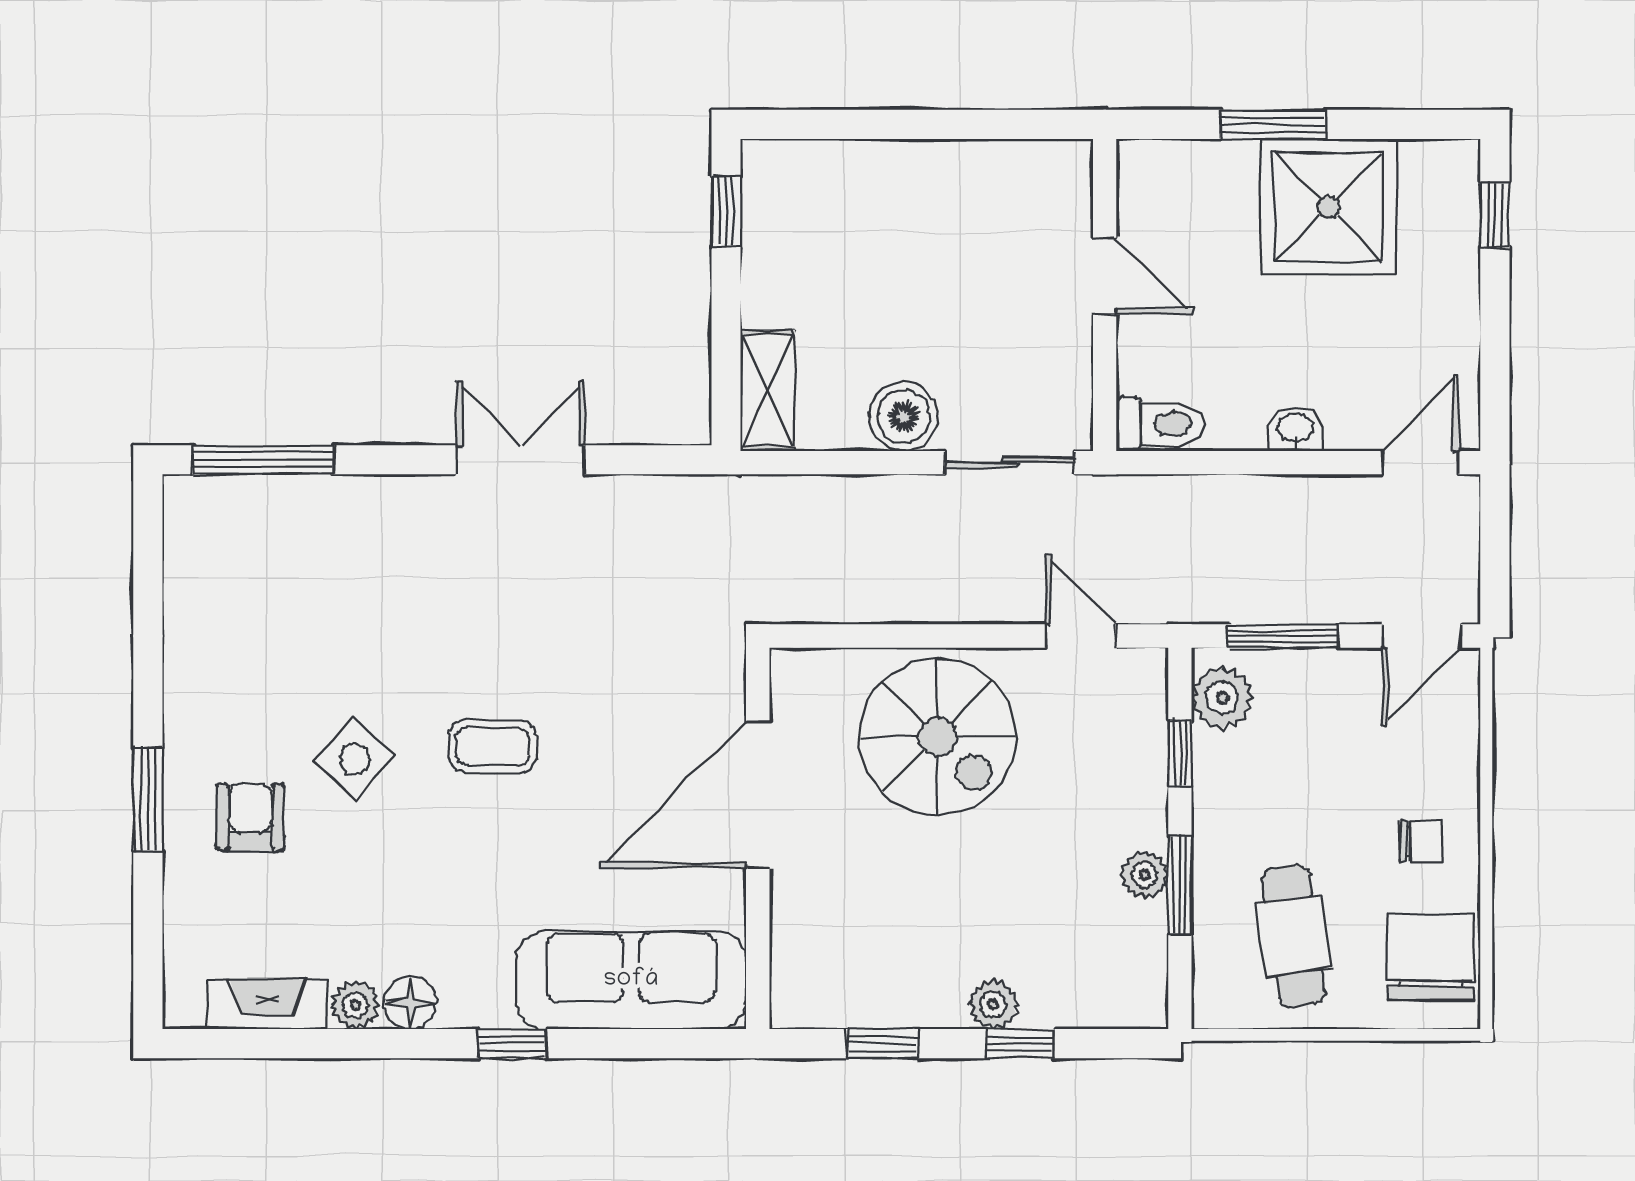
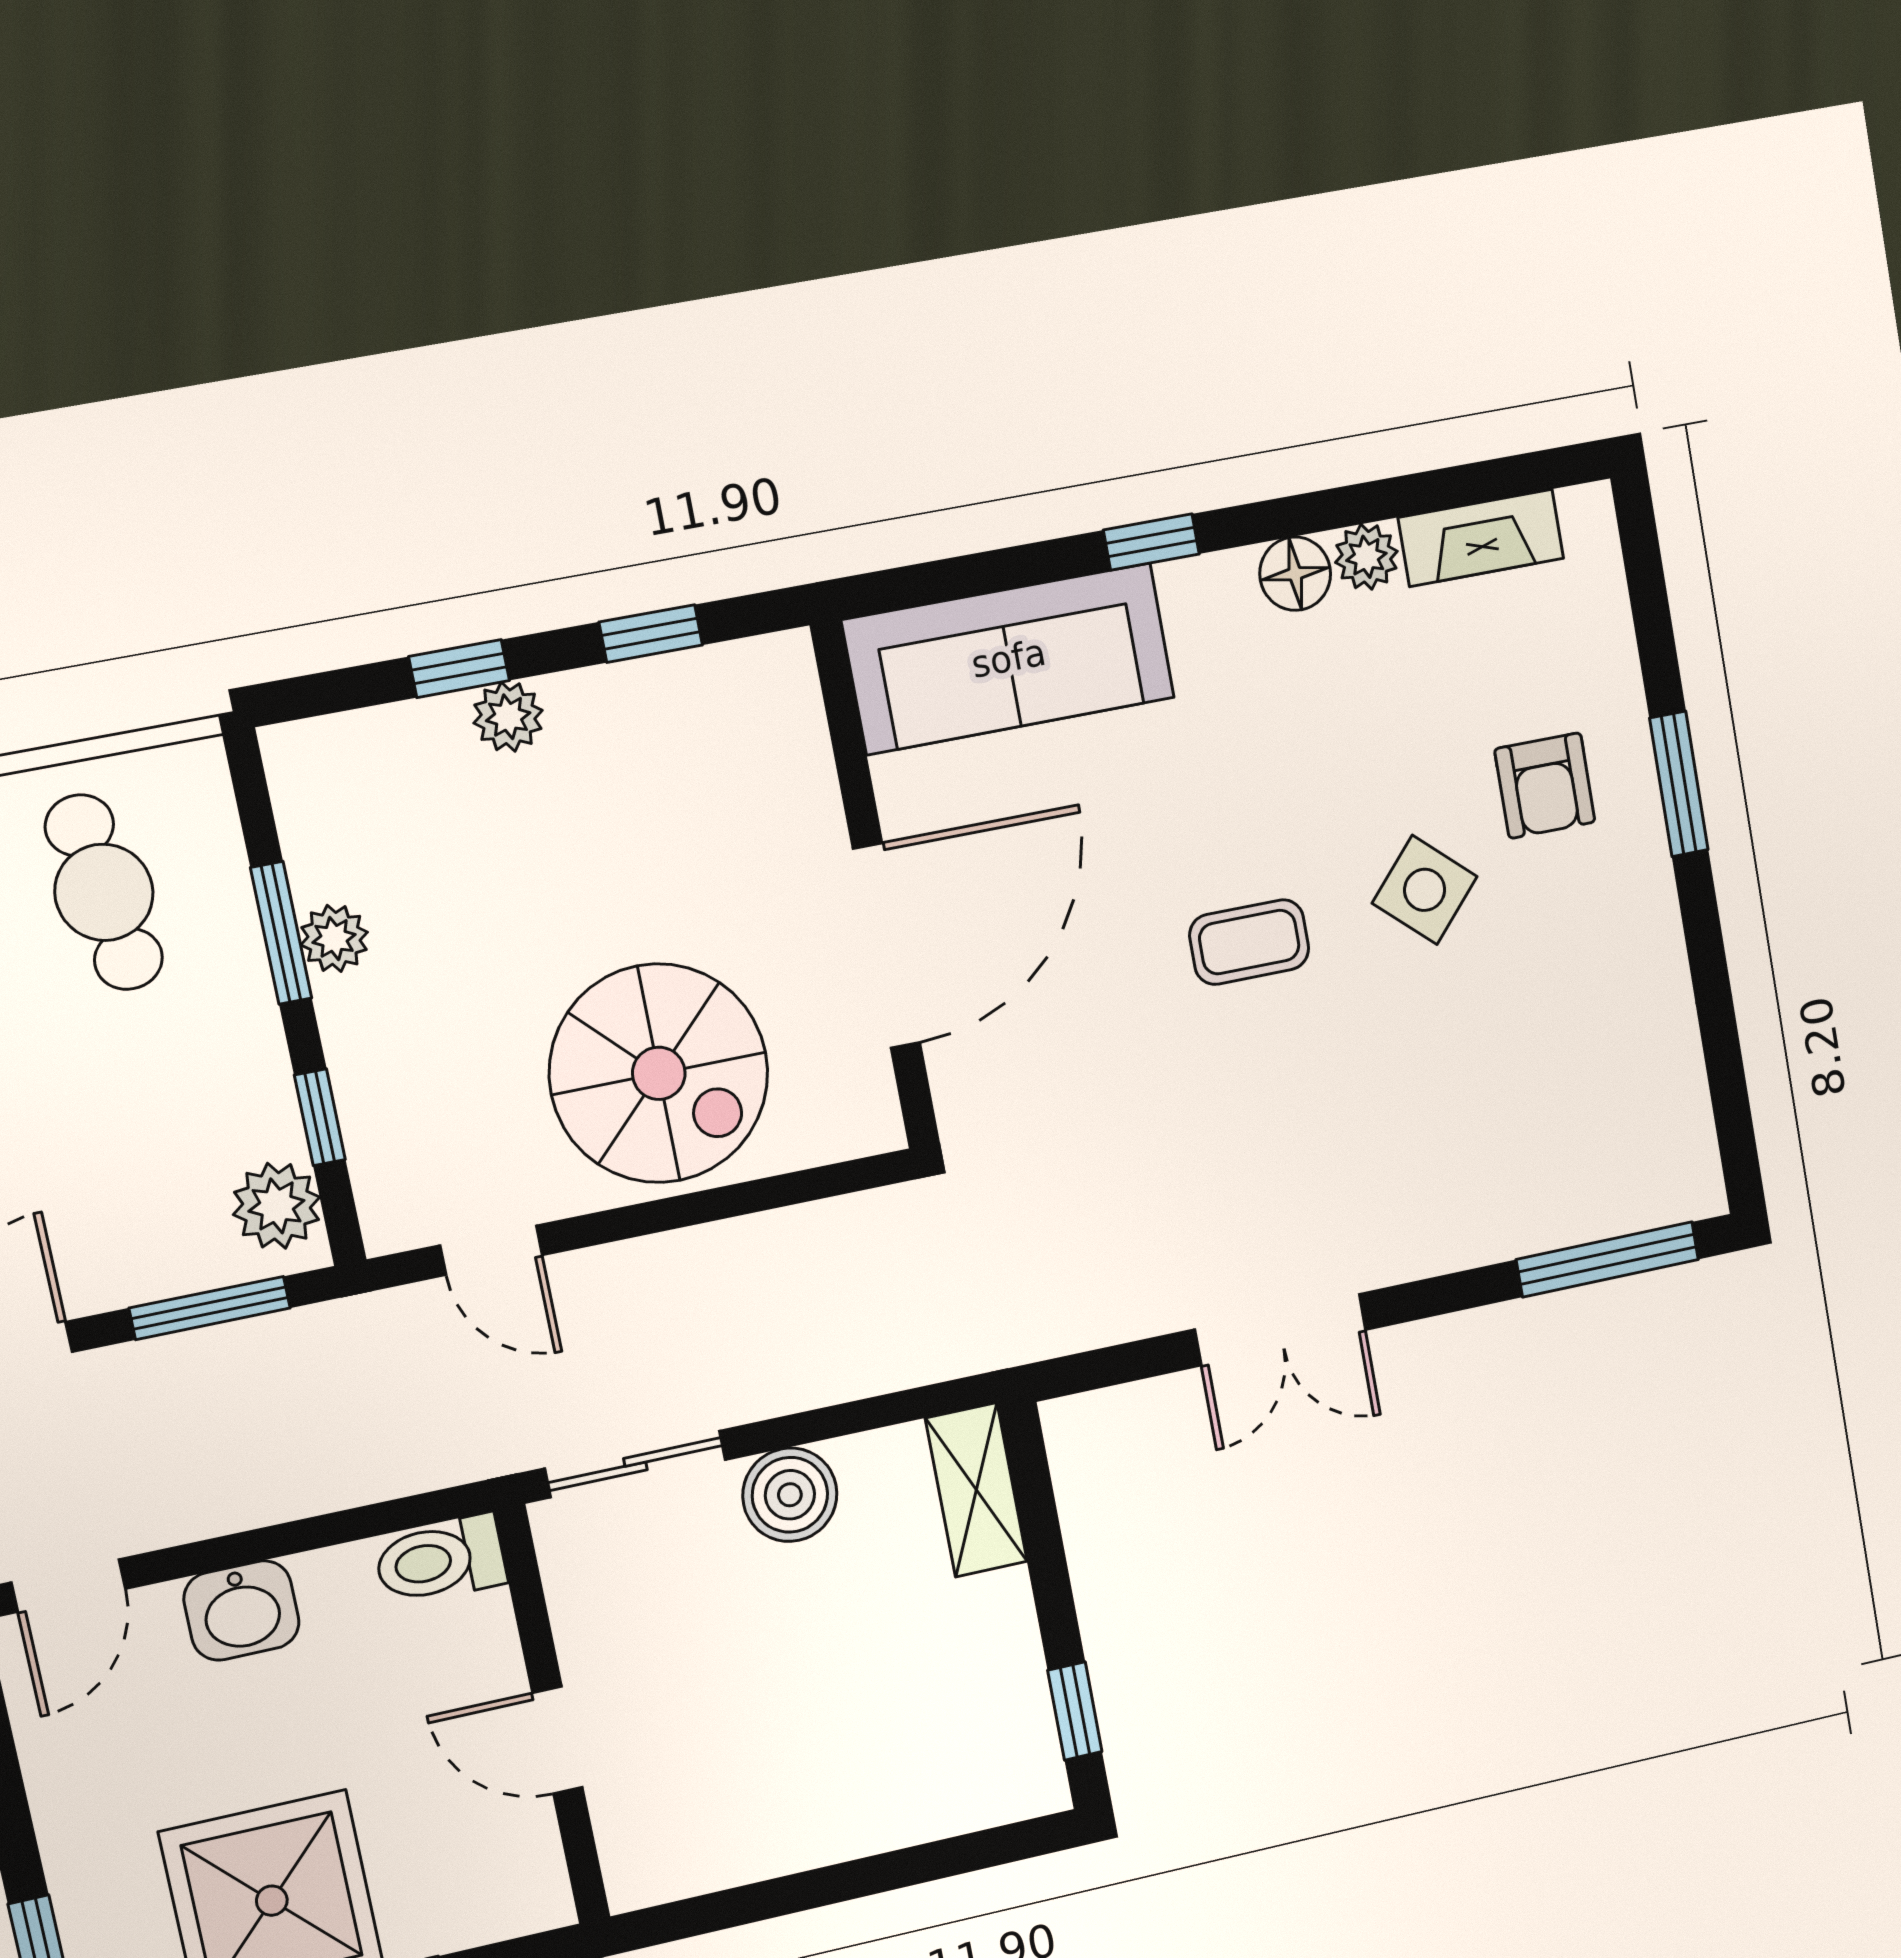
washbasin: (1295, 429) -> (241, 1611), width x1.38, depth x1.45
spiral stairs: (938, 737) -> (659, 1073), turned 180

